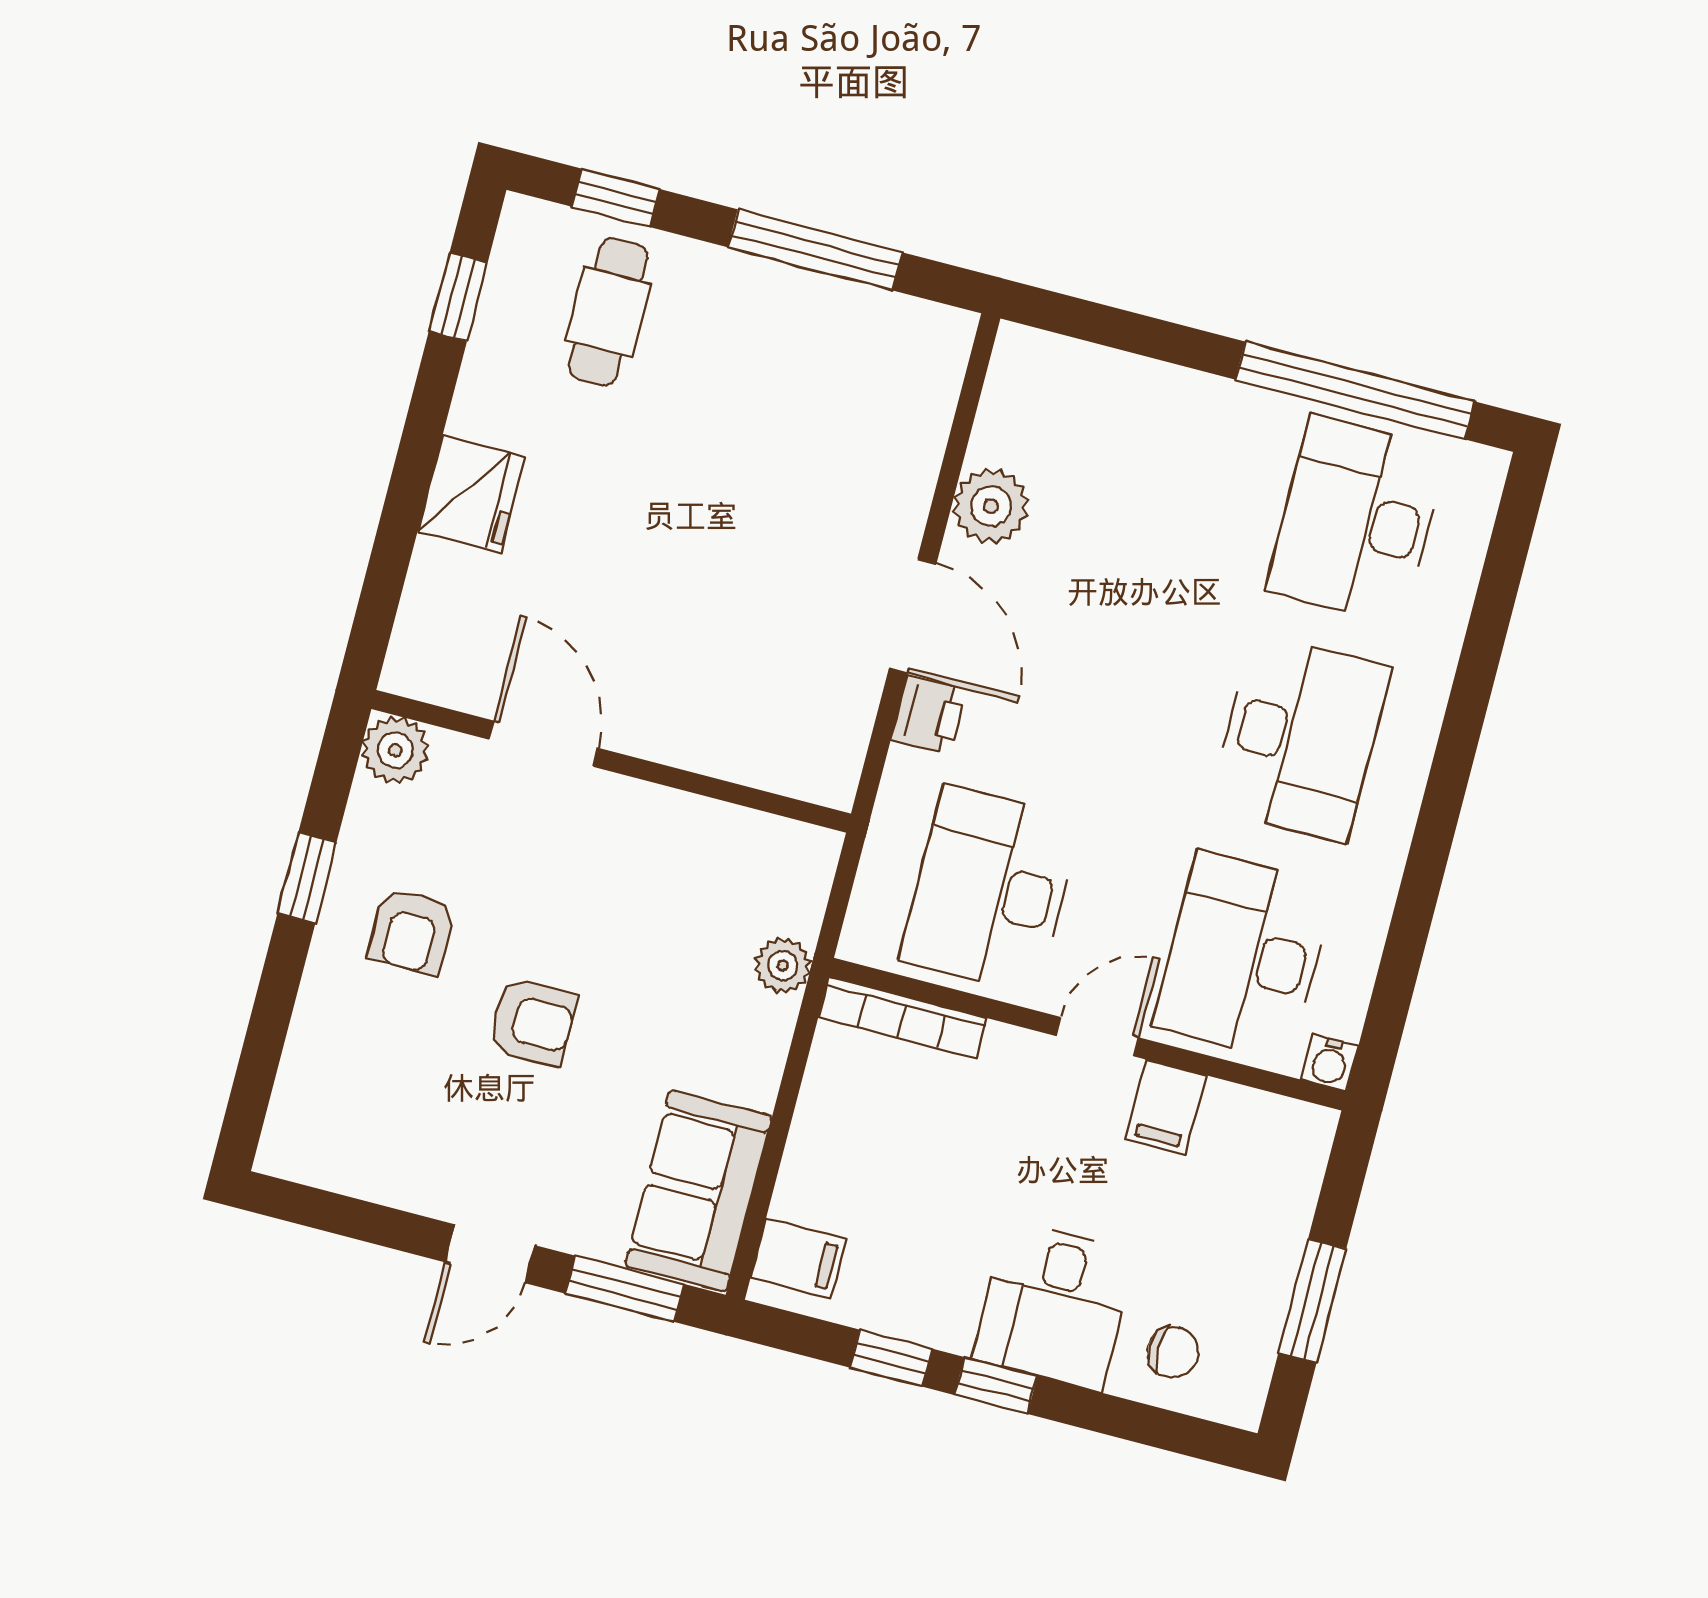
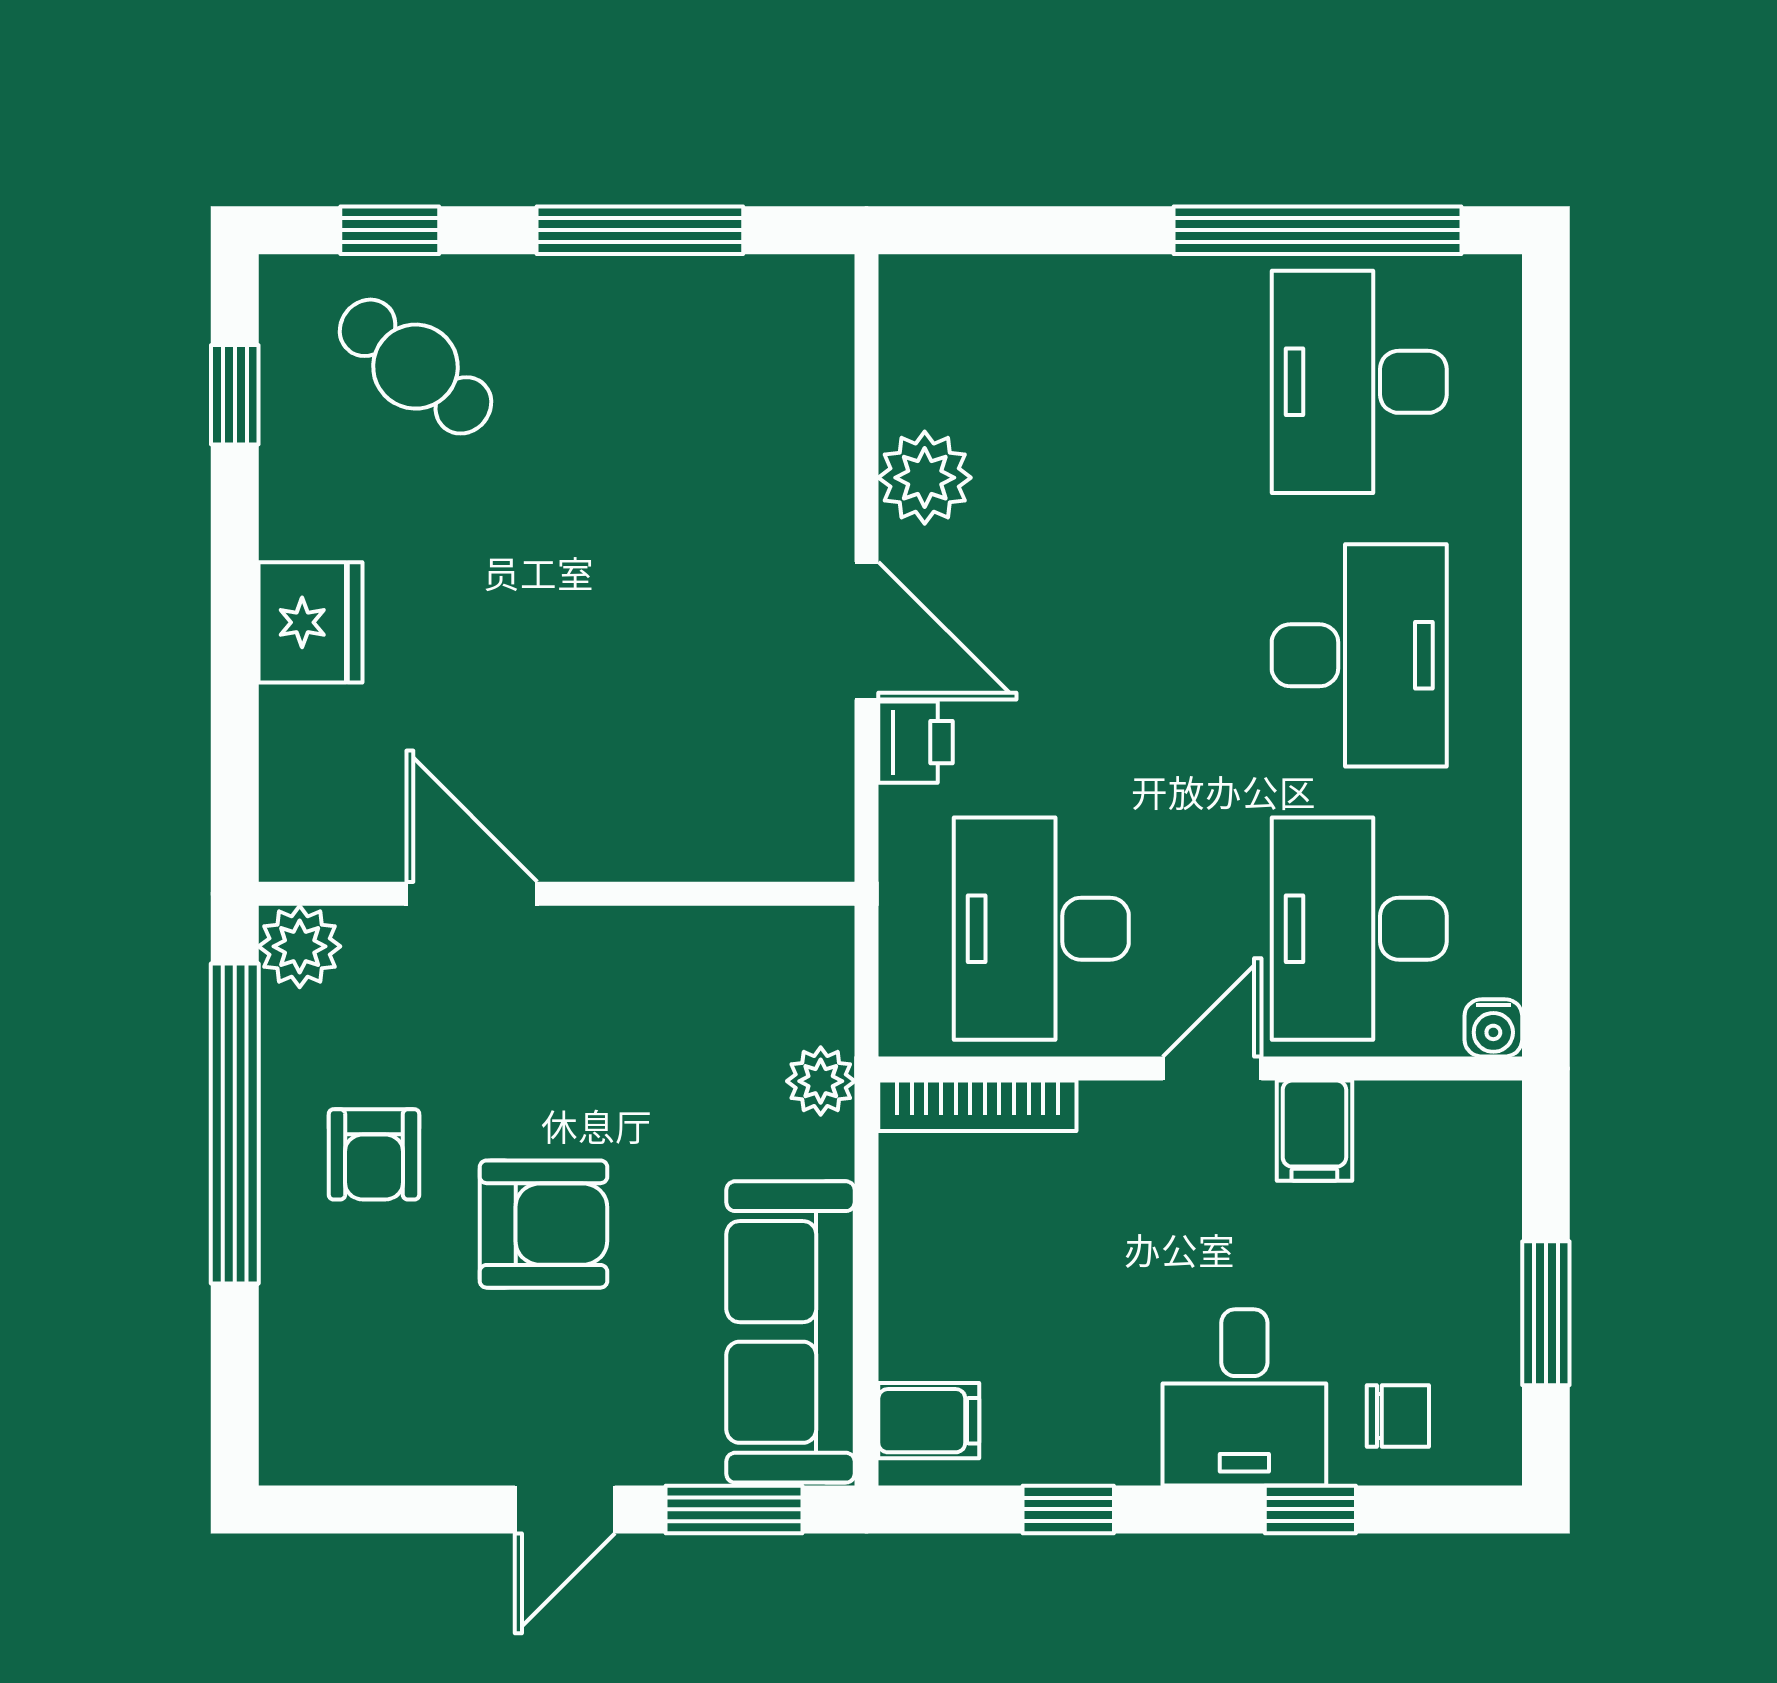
cafe table: (608, 312) -> (415, 367), turned -51
window: (307, 878) -> (235, 1123), width x3.17
armchair: (532, 1022) -> (544, 1224), width x1.38, depth x1.38
sofa: (698, 1191) -> (790, 1332), width x1.36
window: (996, 1386) -> (1310, 1509), moved

